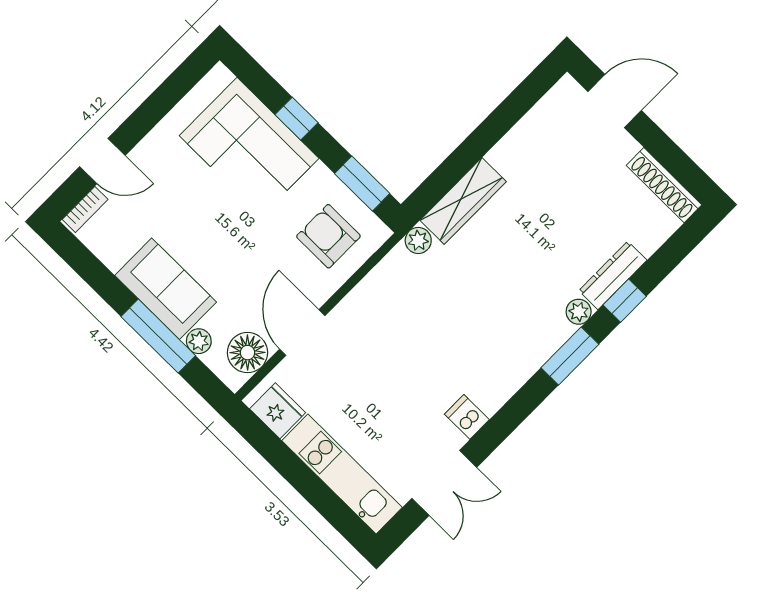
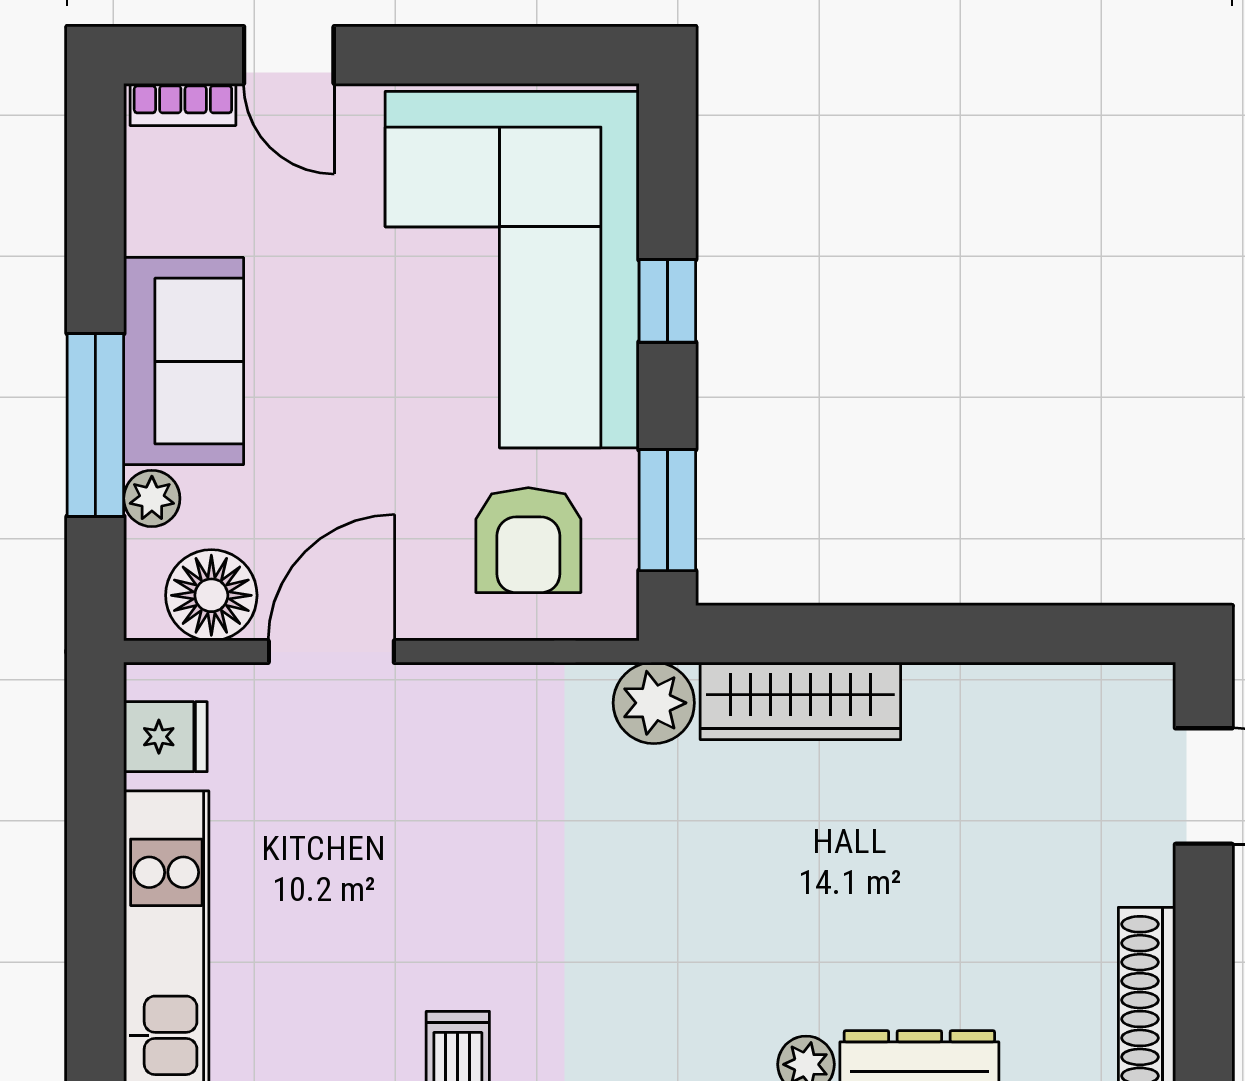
corner sofa: (249, 147) -> (512, 270), width x1.36, depth x1.36
armchair: (328, 236) -> (528, 540), turned 180
plant: (418, 240) -> (654, 703), width x1.38, depth x1.38
fridge: (278, 411) -> (165, 737), width x0.72

